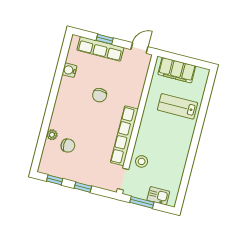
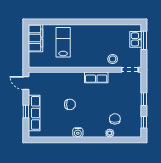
water cooler: (69, 70) -> (78, 132), moved
filing cabinet: (177, 70) -> (35, 38), moved
lab bench: (178, 106) -> (63, 42), turned 180
row of seats: (124, 136) -> (96, 77), width x0.50
window: (142, 202) -> (144, 40), moved

